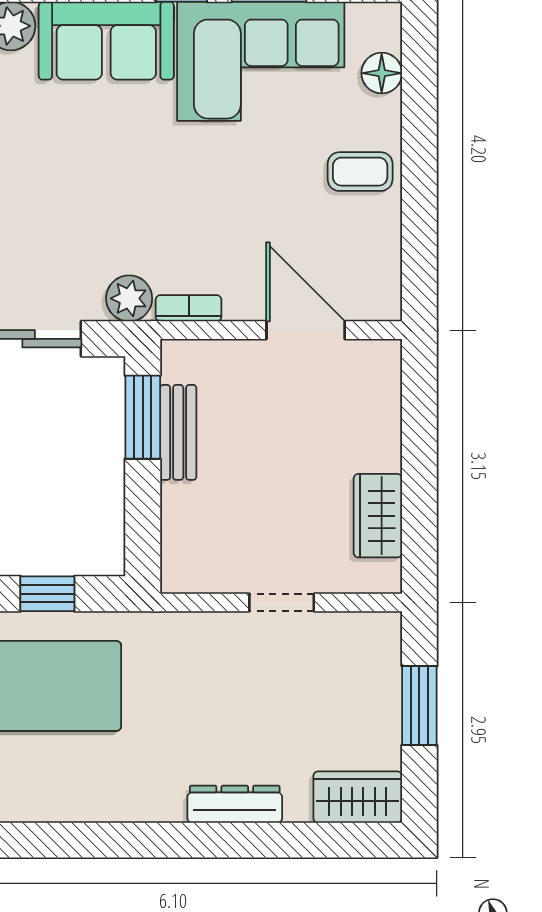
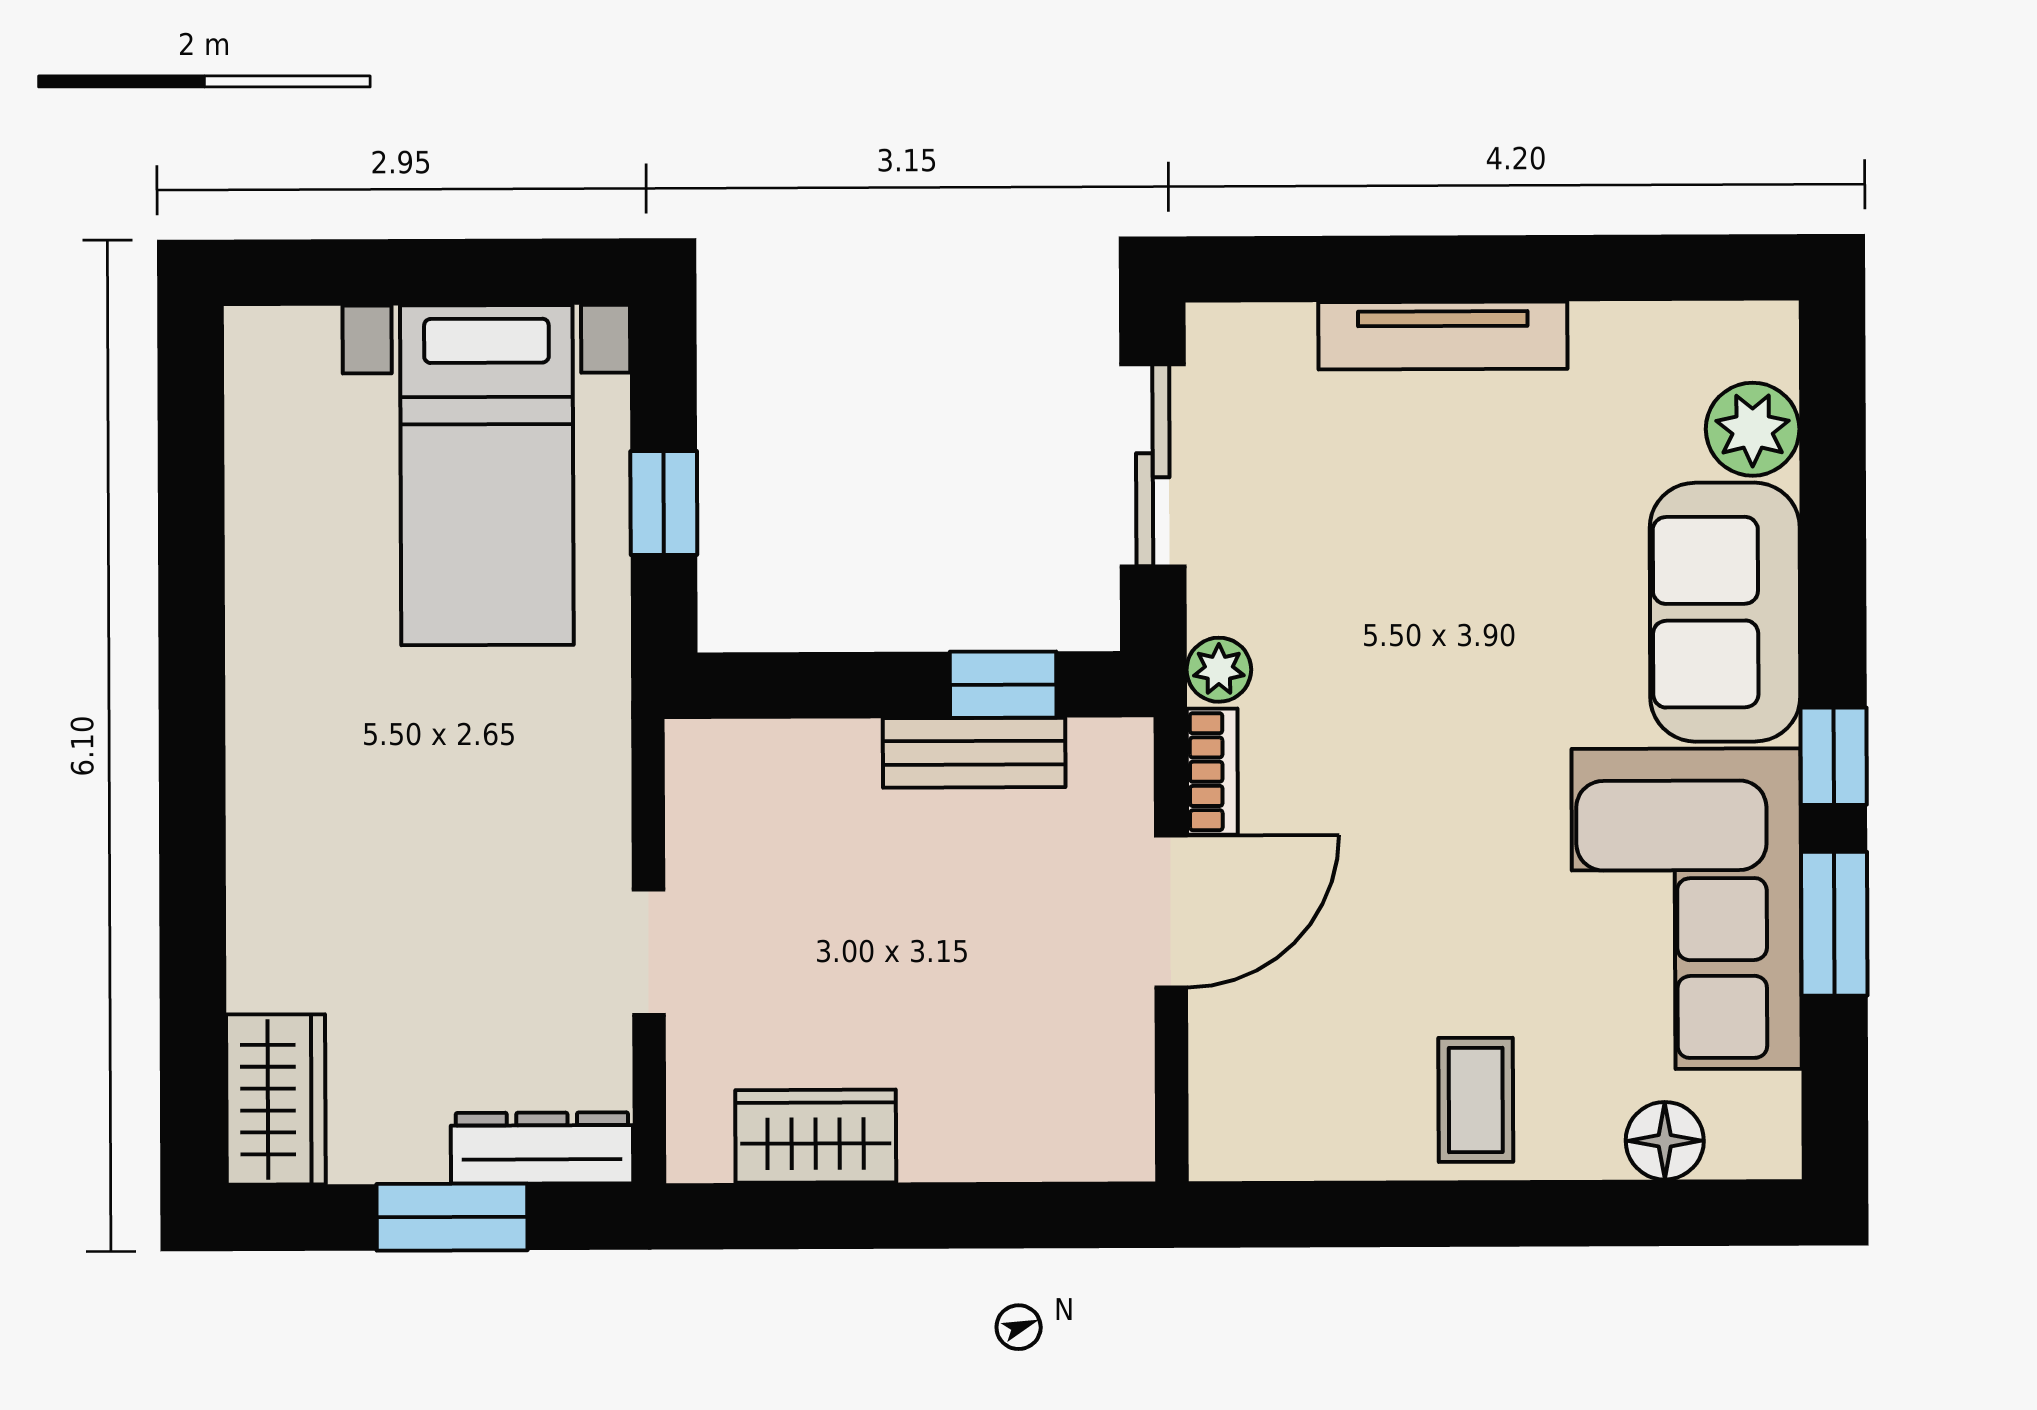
plant: (129, 298) -> (1219, 670), width x0.73, depth x0.73
door: (306, 330) -> (1171, 911), moved
window: (143, 417) -> (1003, 685), width x0.67
dresser: (235, 804) -> (542, 1148), moved, turned -90

